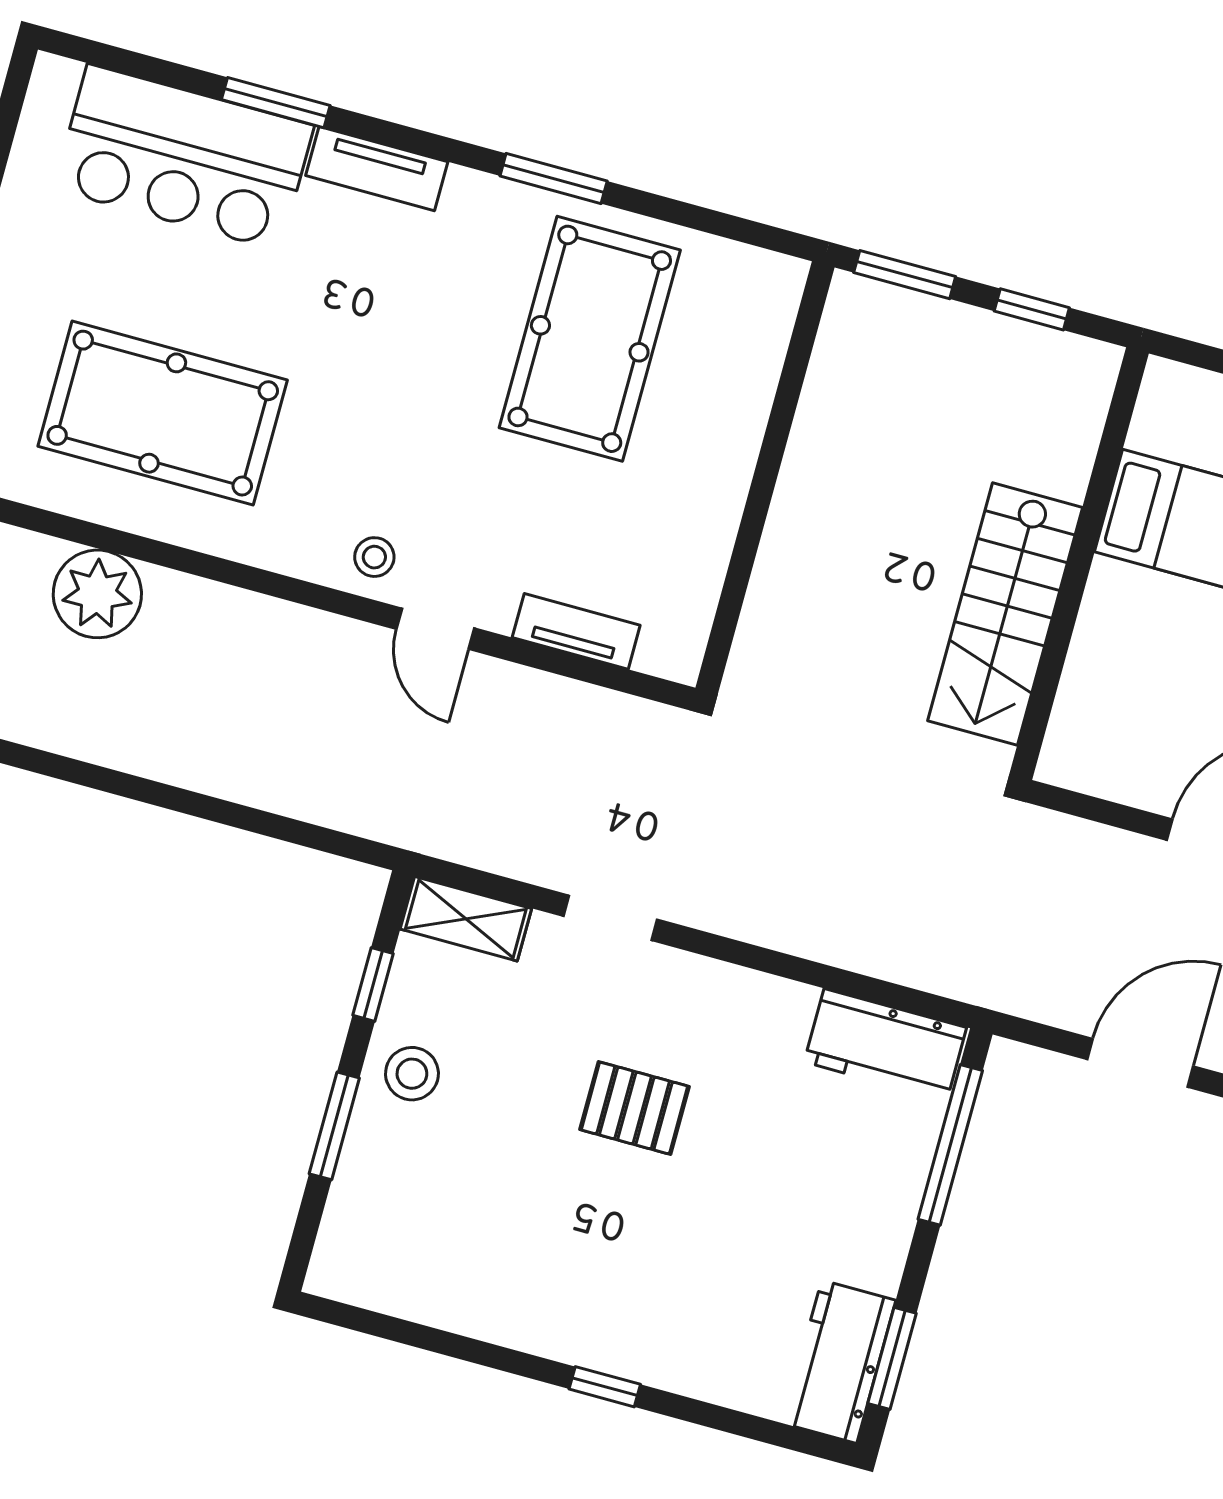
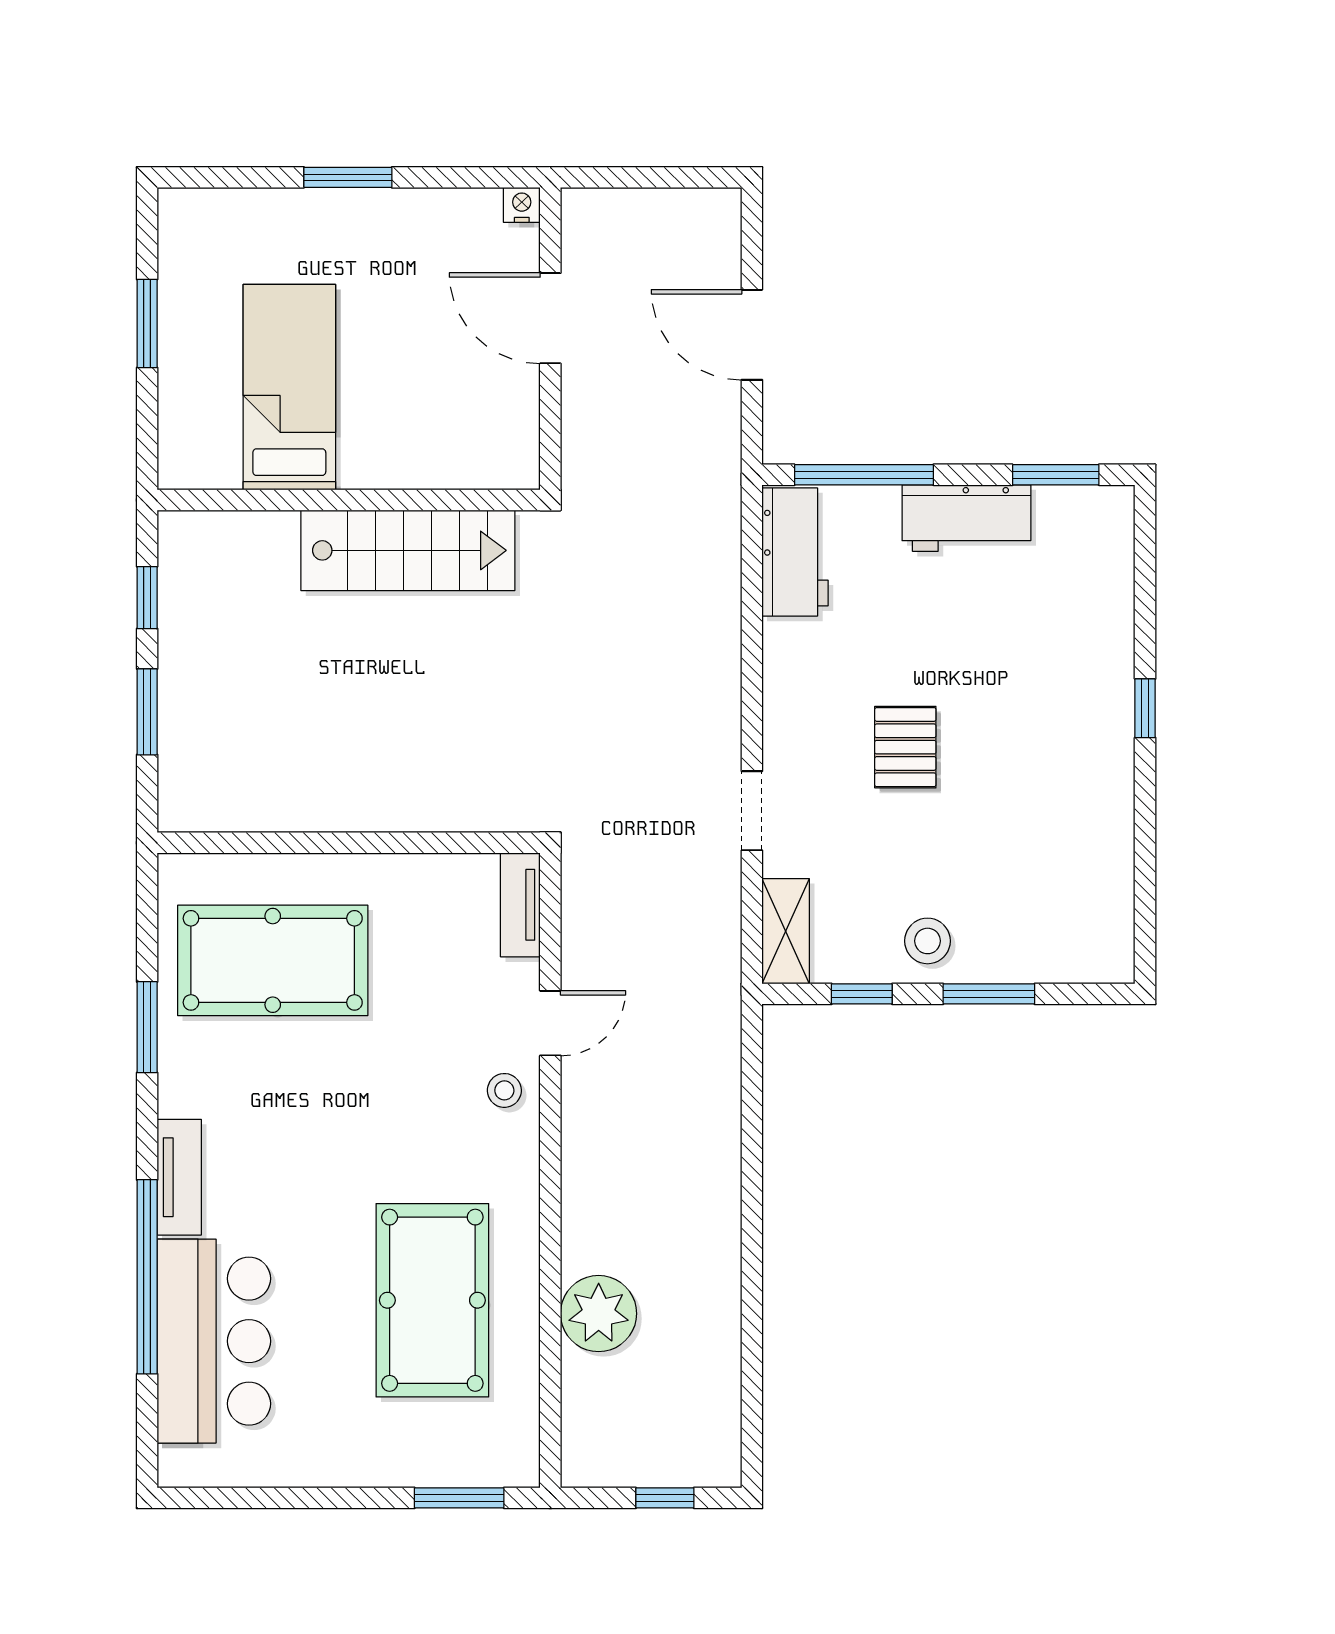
window: (276, 103) -> (147, 1277), width x2.11
wall: (765, 478) -> (349, 843), moved
workbench: (839, 1362) -> (966, 518), moved

